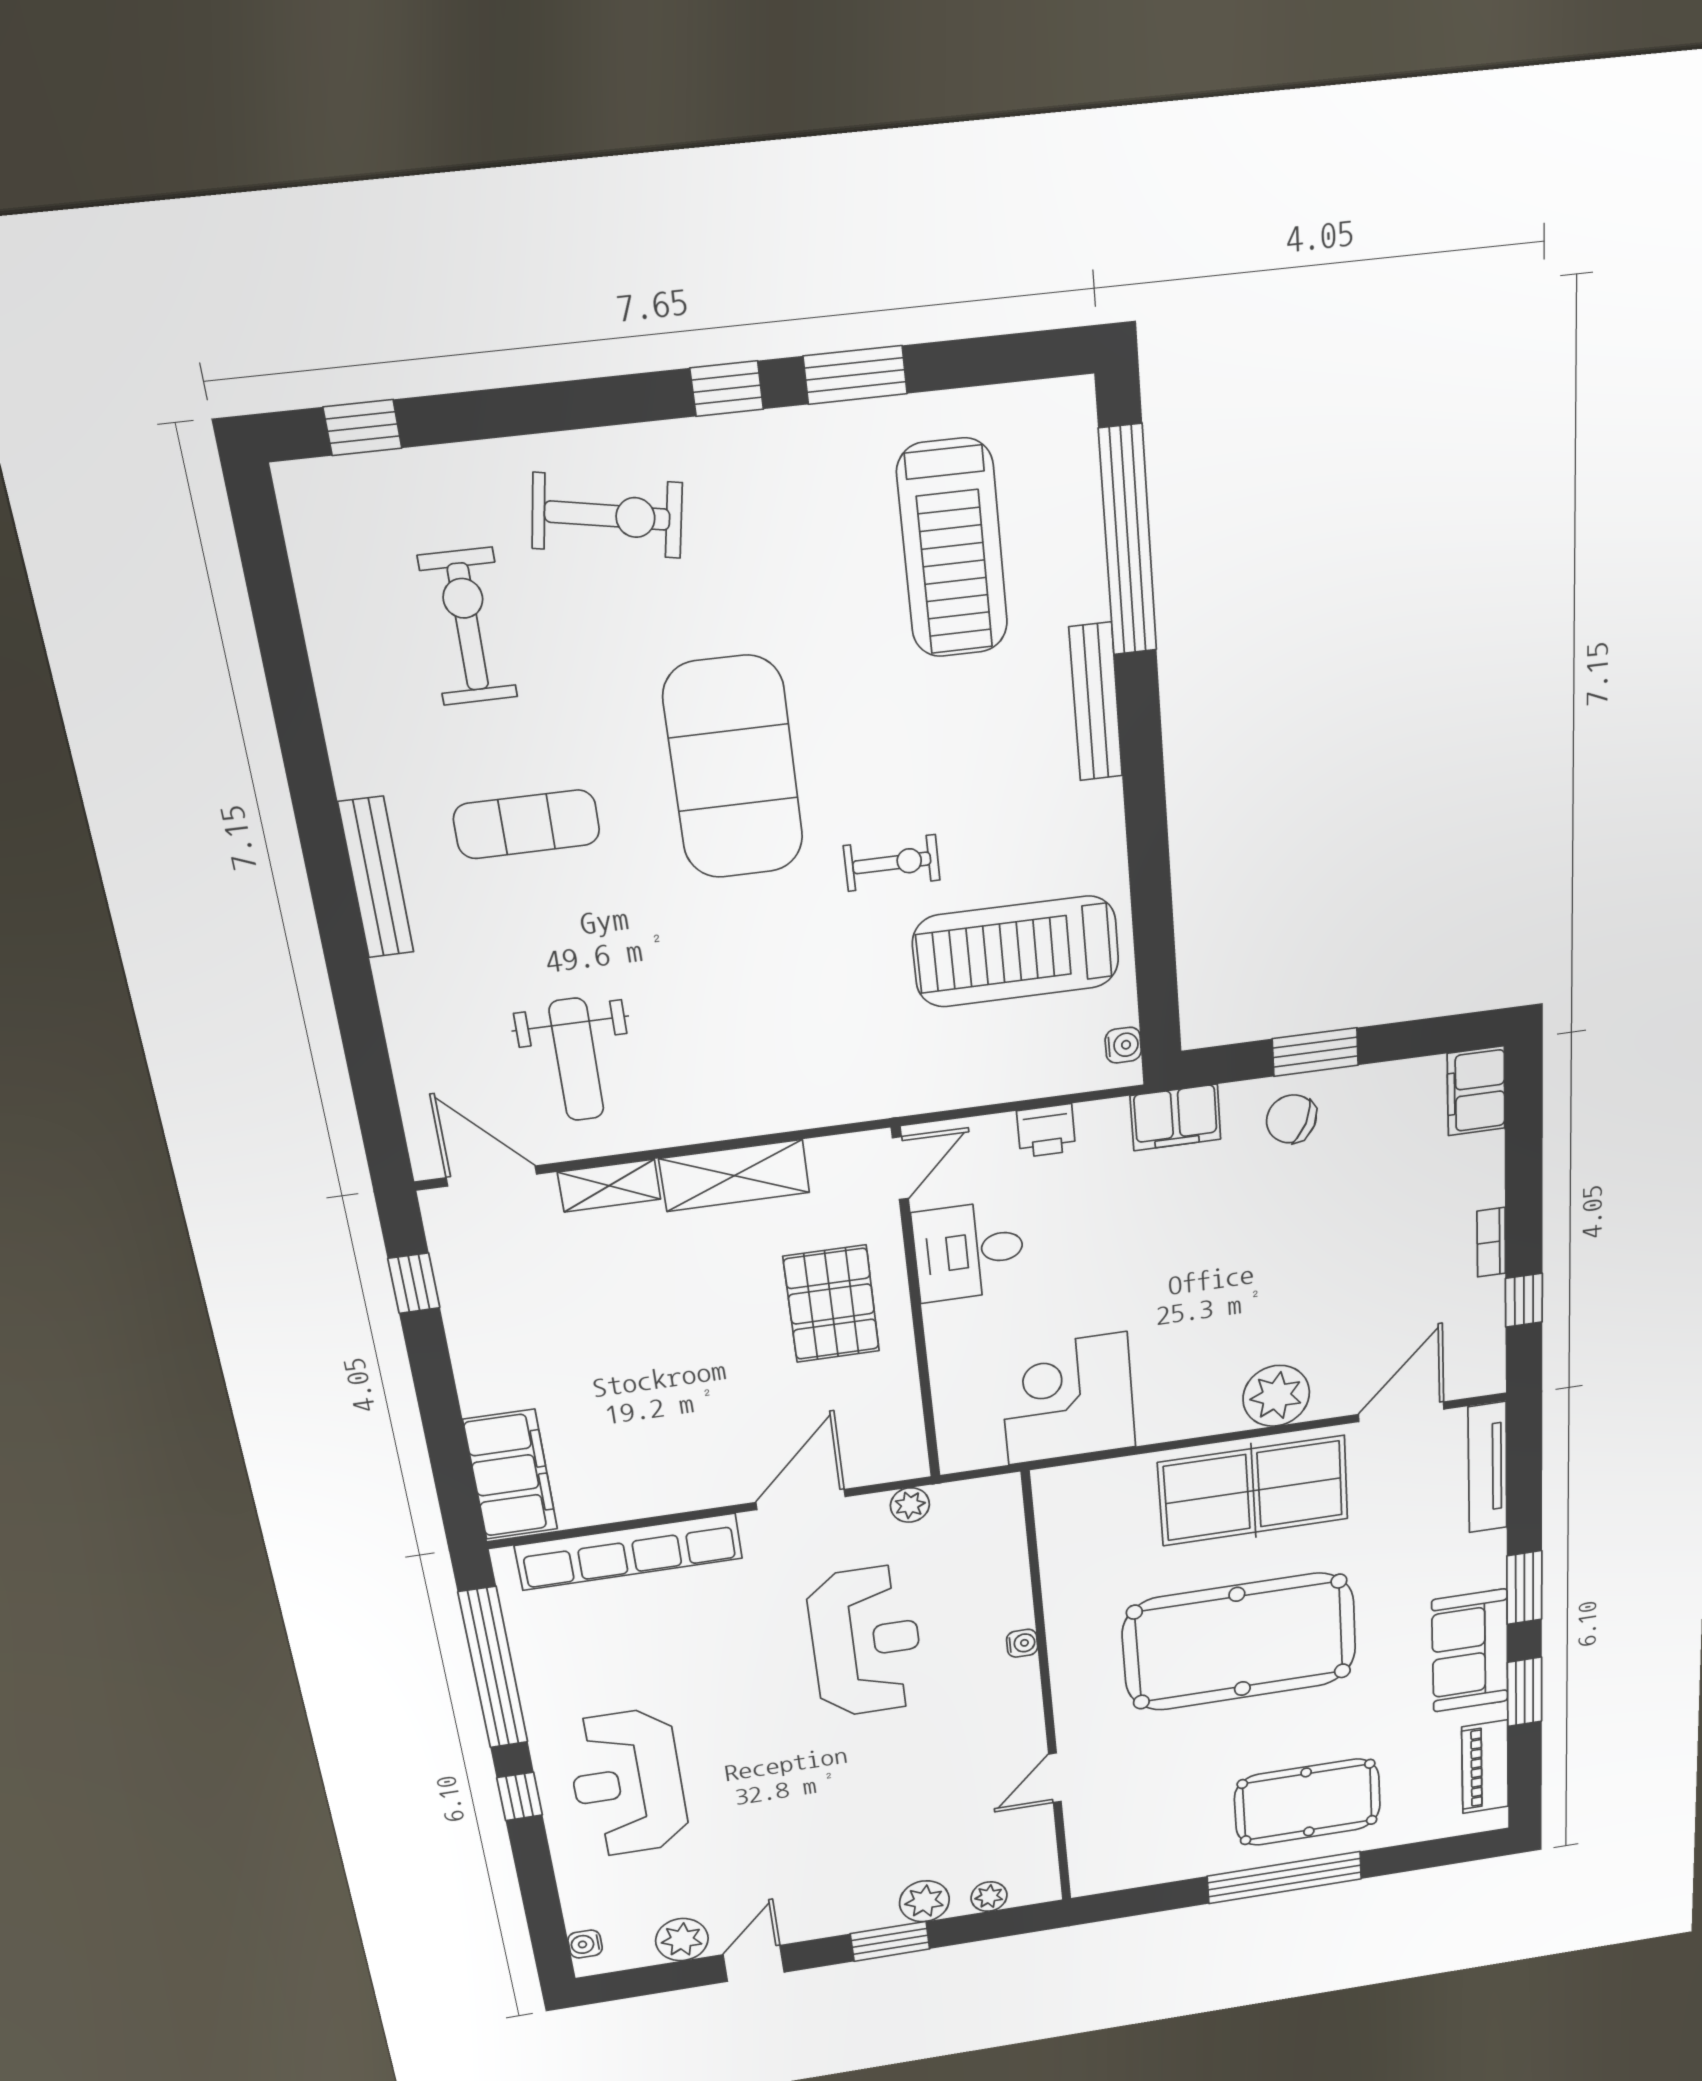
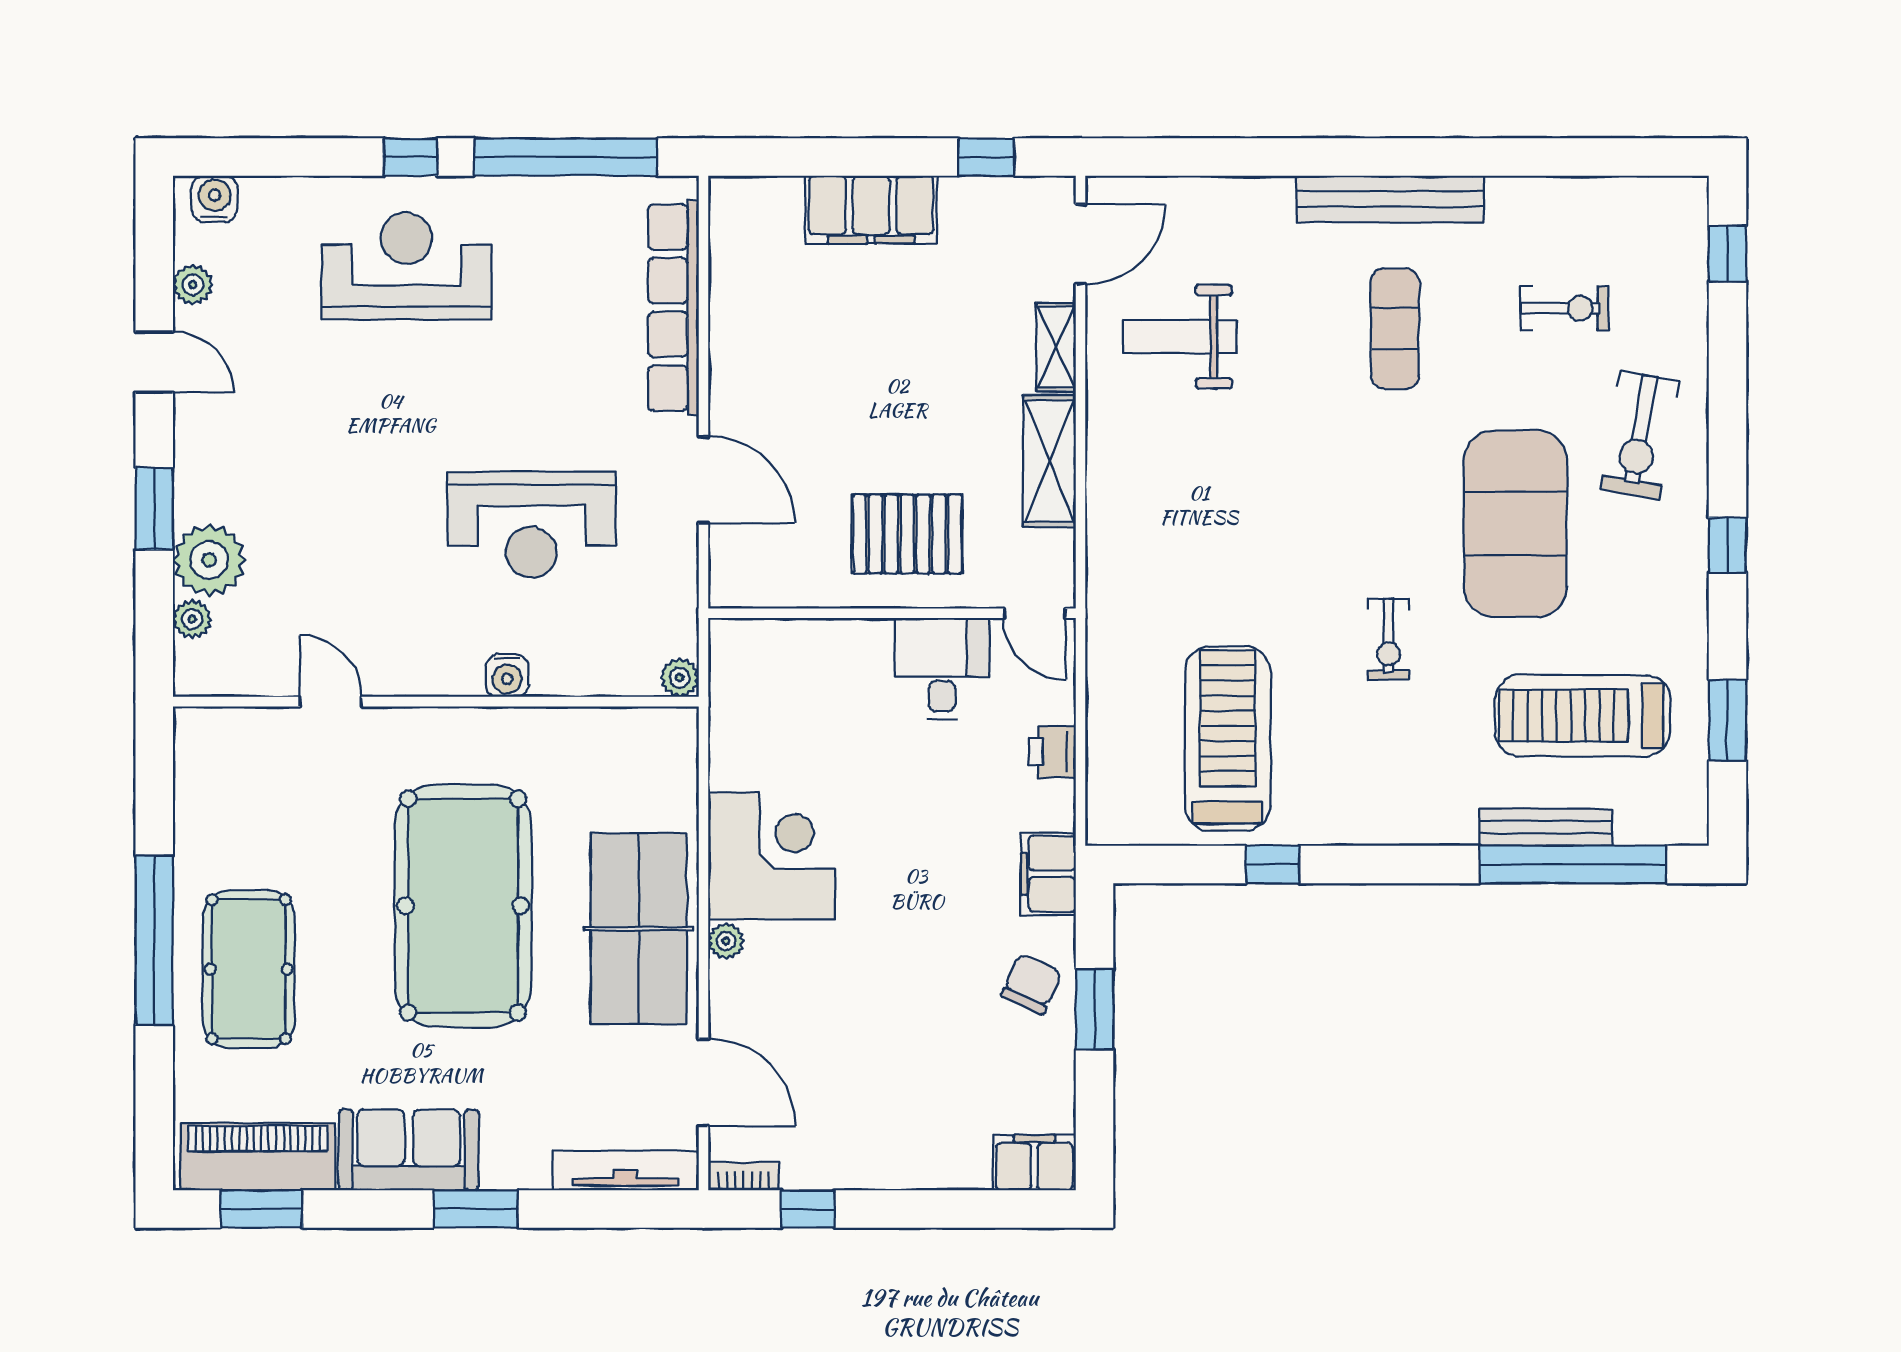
window: (855, 375) -> (1728, 720), moved
exercise bike: (468, 627) -> (1564, 308), width x0.73, depth x0.72
bench: (1096, 702) -> (1545, 827), moved
exercise mat: (733, 768) -> (1516, 524), moved, turned 90
exercise bike: (892, 863) -> (1388, 639), moved
bench: (376, 878) -> (1390, 199), width x1.37, depth x1.21
window: (1150, 886) -> (1272, 865), added
water cooler: (1123, 1045) -> (1126, 830), removed
bookcase: (1491, 1242) -> (743, 1176), moved
plant: (1276, 1396) -> (726, 941), width x0.53, depth x0.53
corner desk: (1067, 1399) -> (772, 856), moved
filing cabinet: (510, 1475) -> (871, 210), moved
plant: (910, 1505) -> (680, 678), moved
water cooler: (1022, 1643) -> (507, 676), width x1.38, depth x1.38
window: (1525, 1692) -> (261, 1209), moved
piano: (1485, 1767) -> (258, 1157), width x1.37, depth x1.33
plant: (924, 1901) -> (209, 560), width x1.36, depth x1.36
plant: (682, 1940) -> (193, 285), width x0.73, depth x0.73
water cooler: (585, 1944) -> (215, 199), width x1.38, depth x1.38

